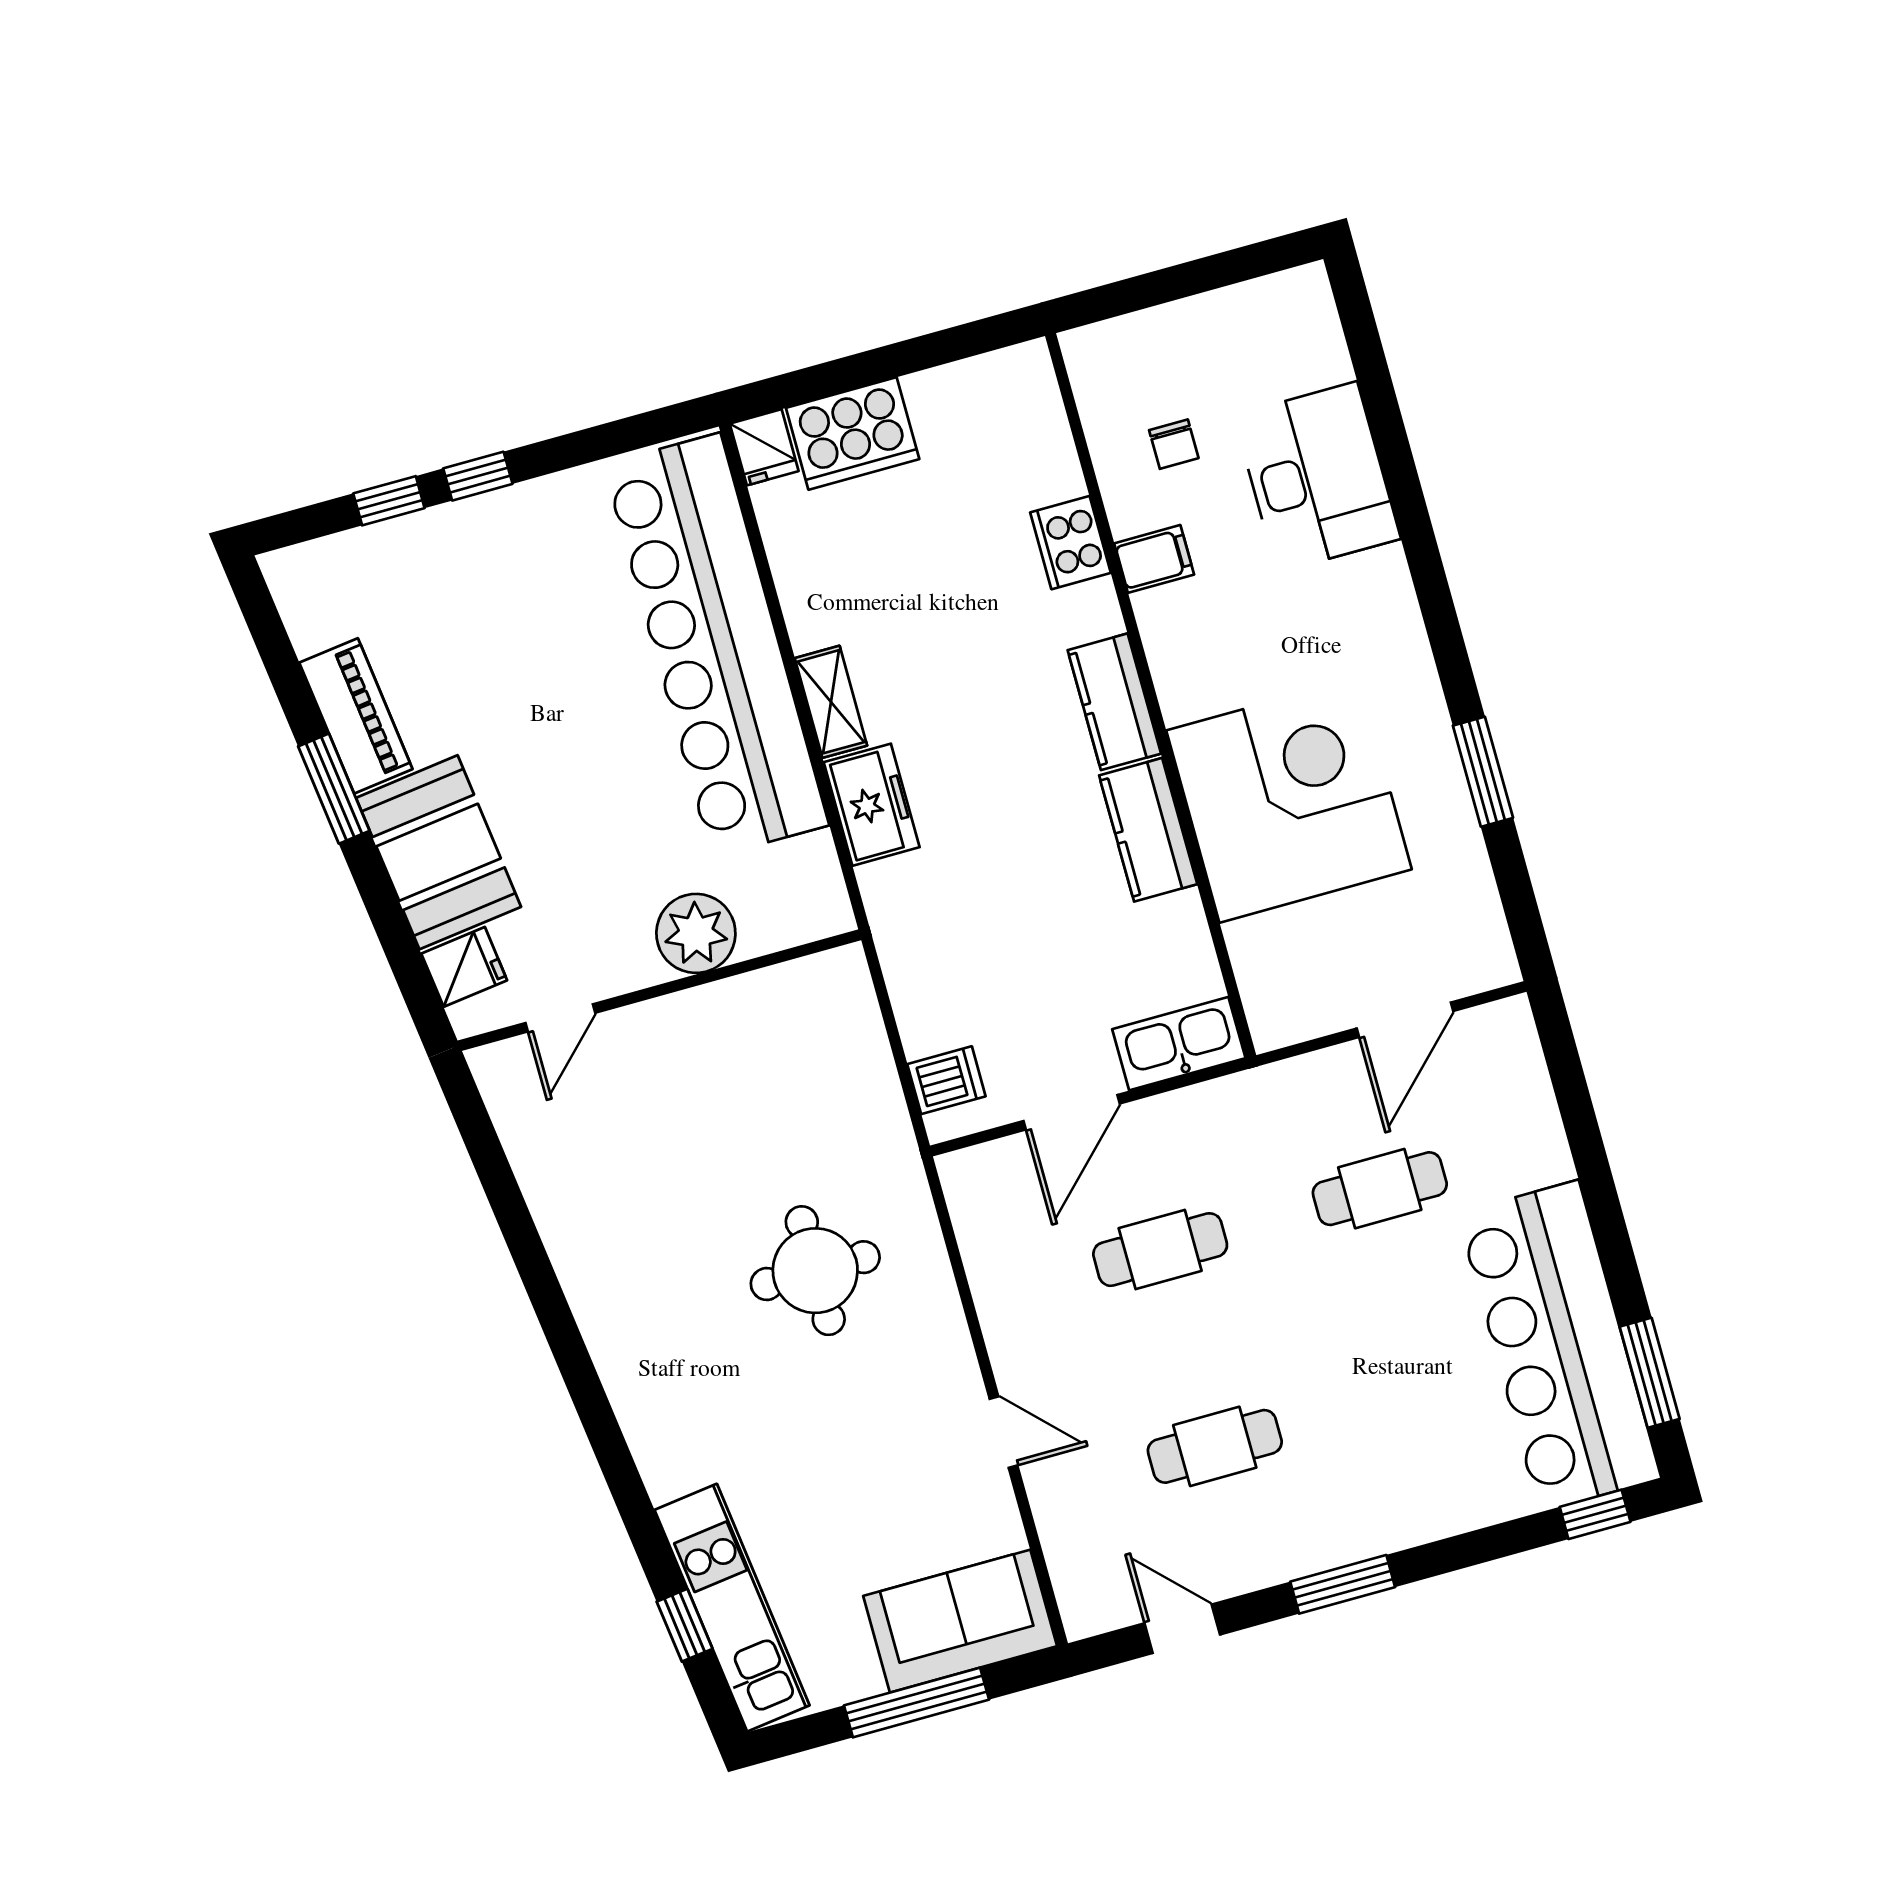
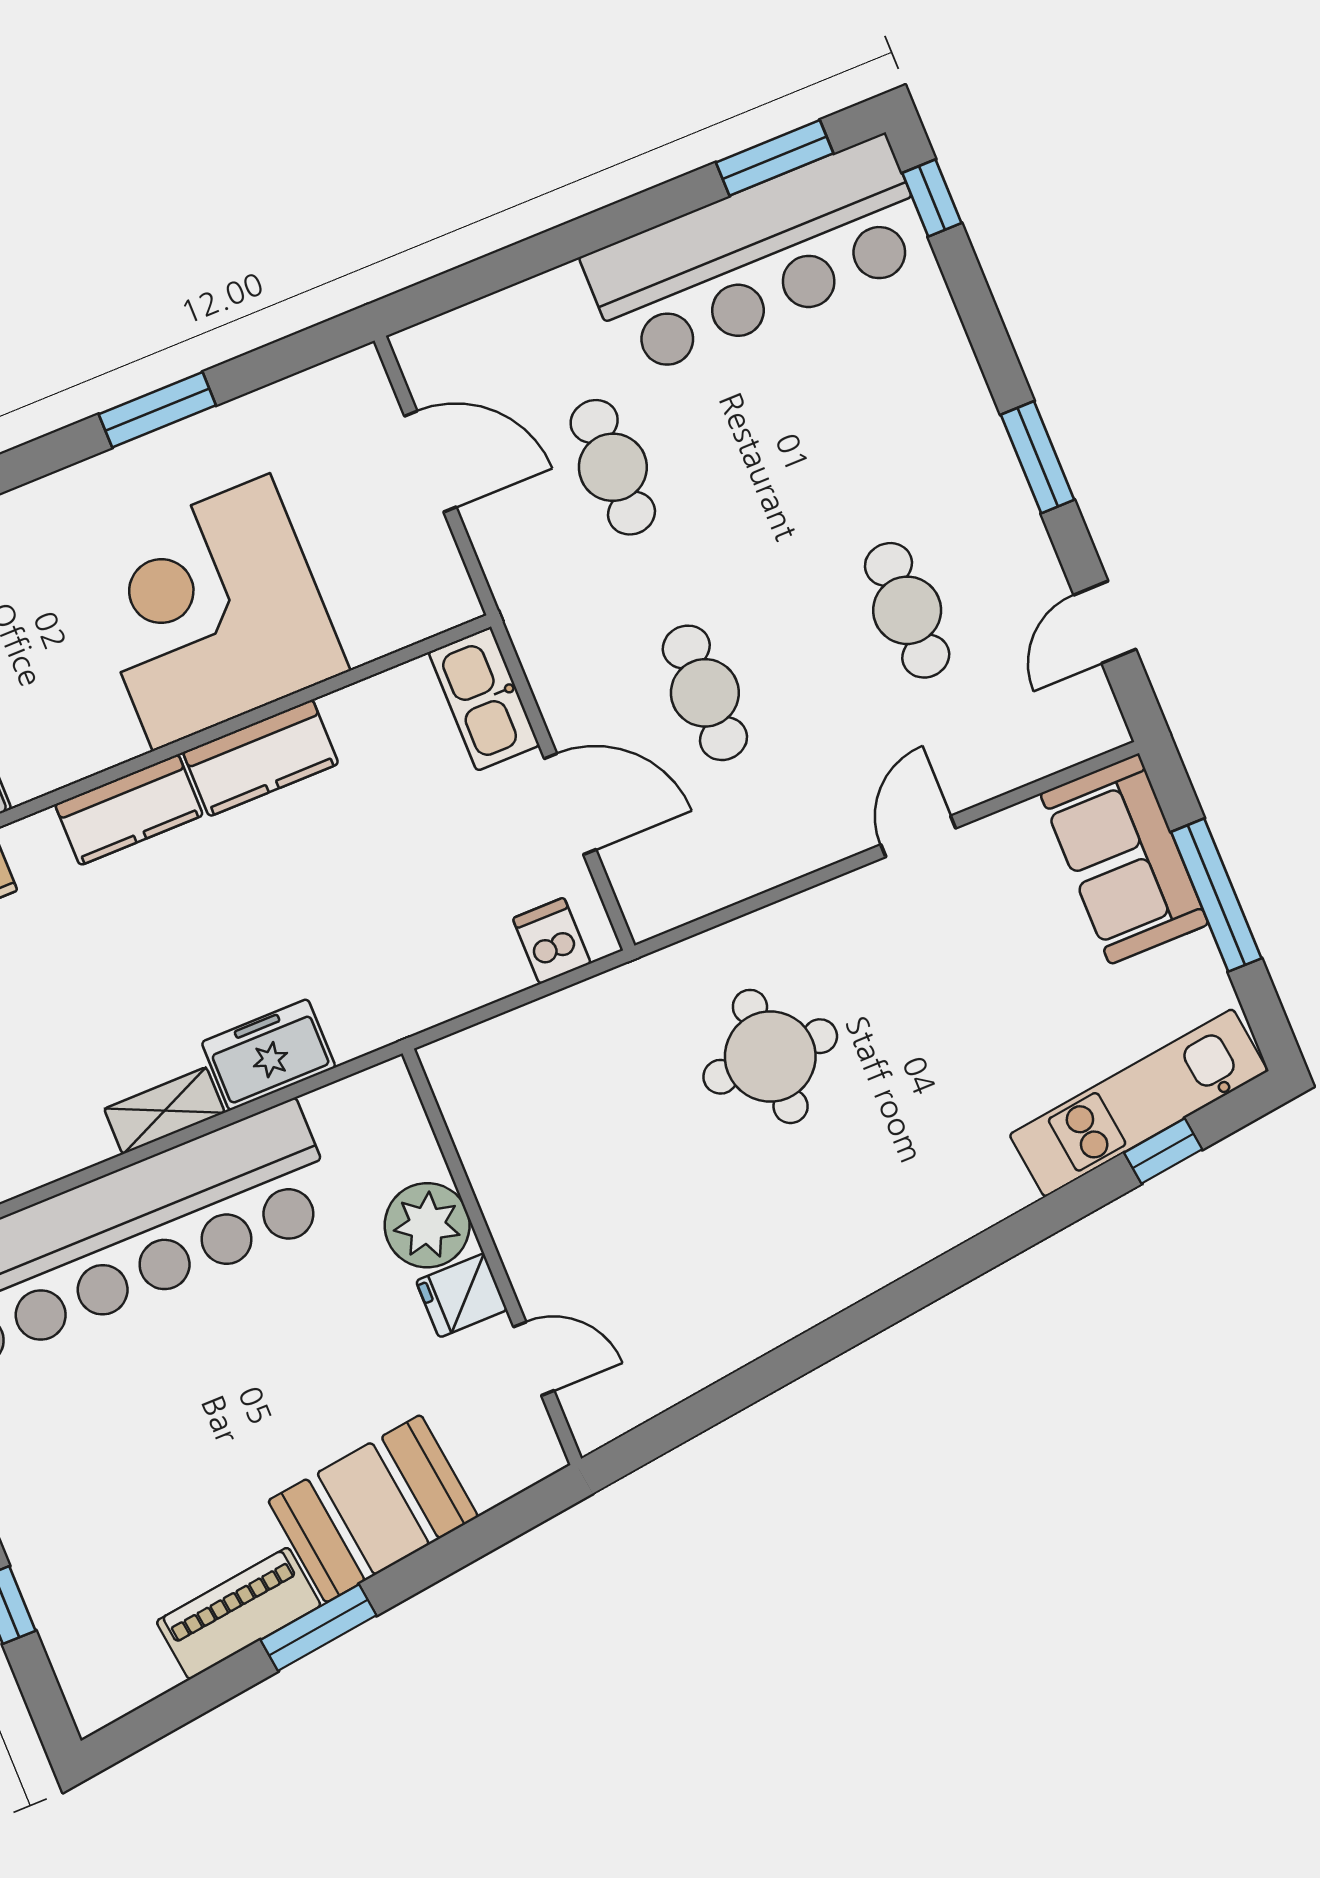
fridge: (464, 967) -> (462, 1295), moved, turned -83

